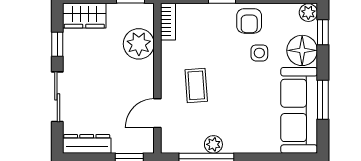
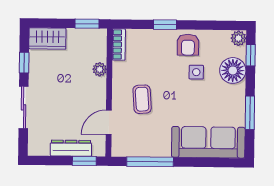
plant: (139, 44) -> (100, 69), width x0.53, depth x0.53
sofa: (299, 110) -> (208, 142), moved, turned 90
dresser: (87, 144) -> (71, 148), moved
plant: (213, 144) -> (156, 150), removed

